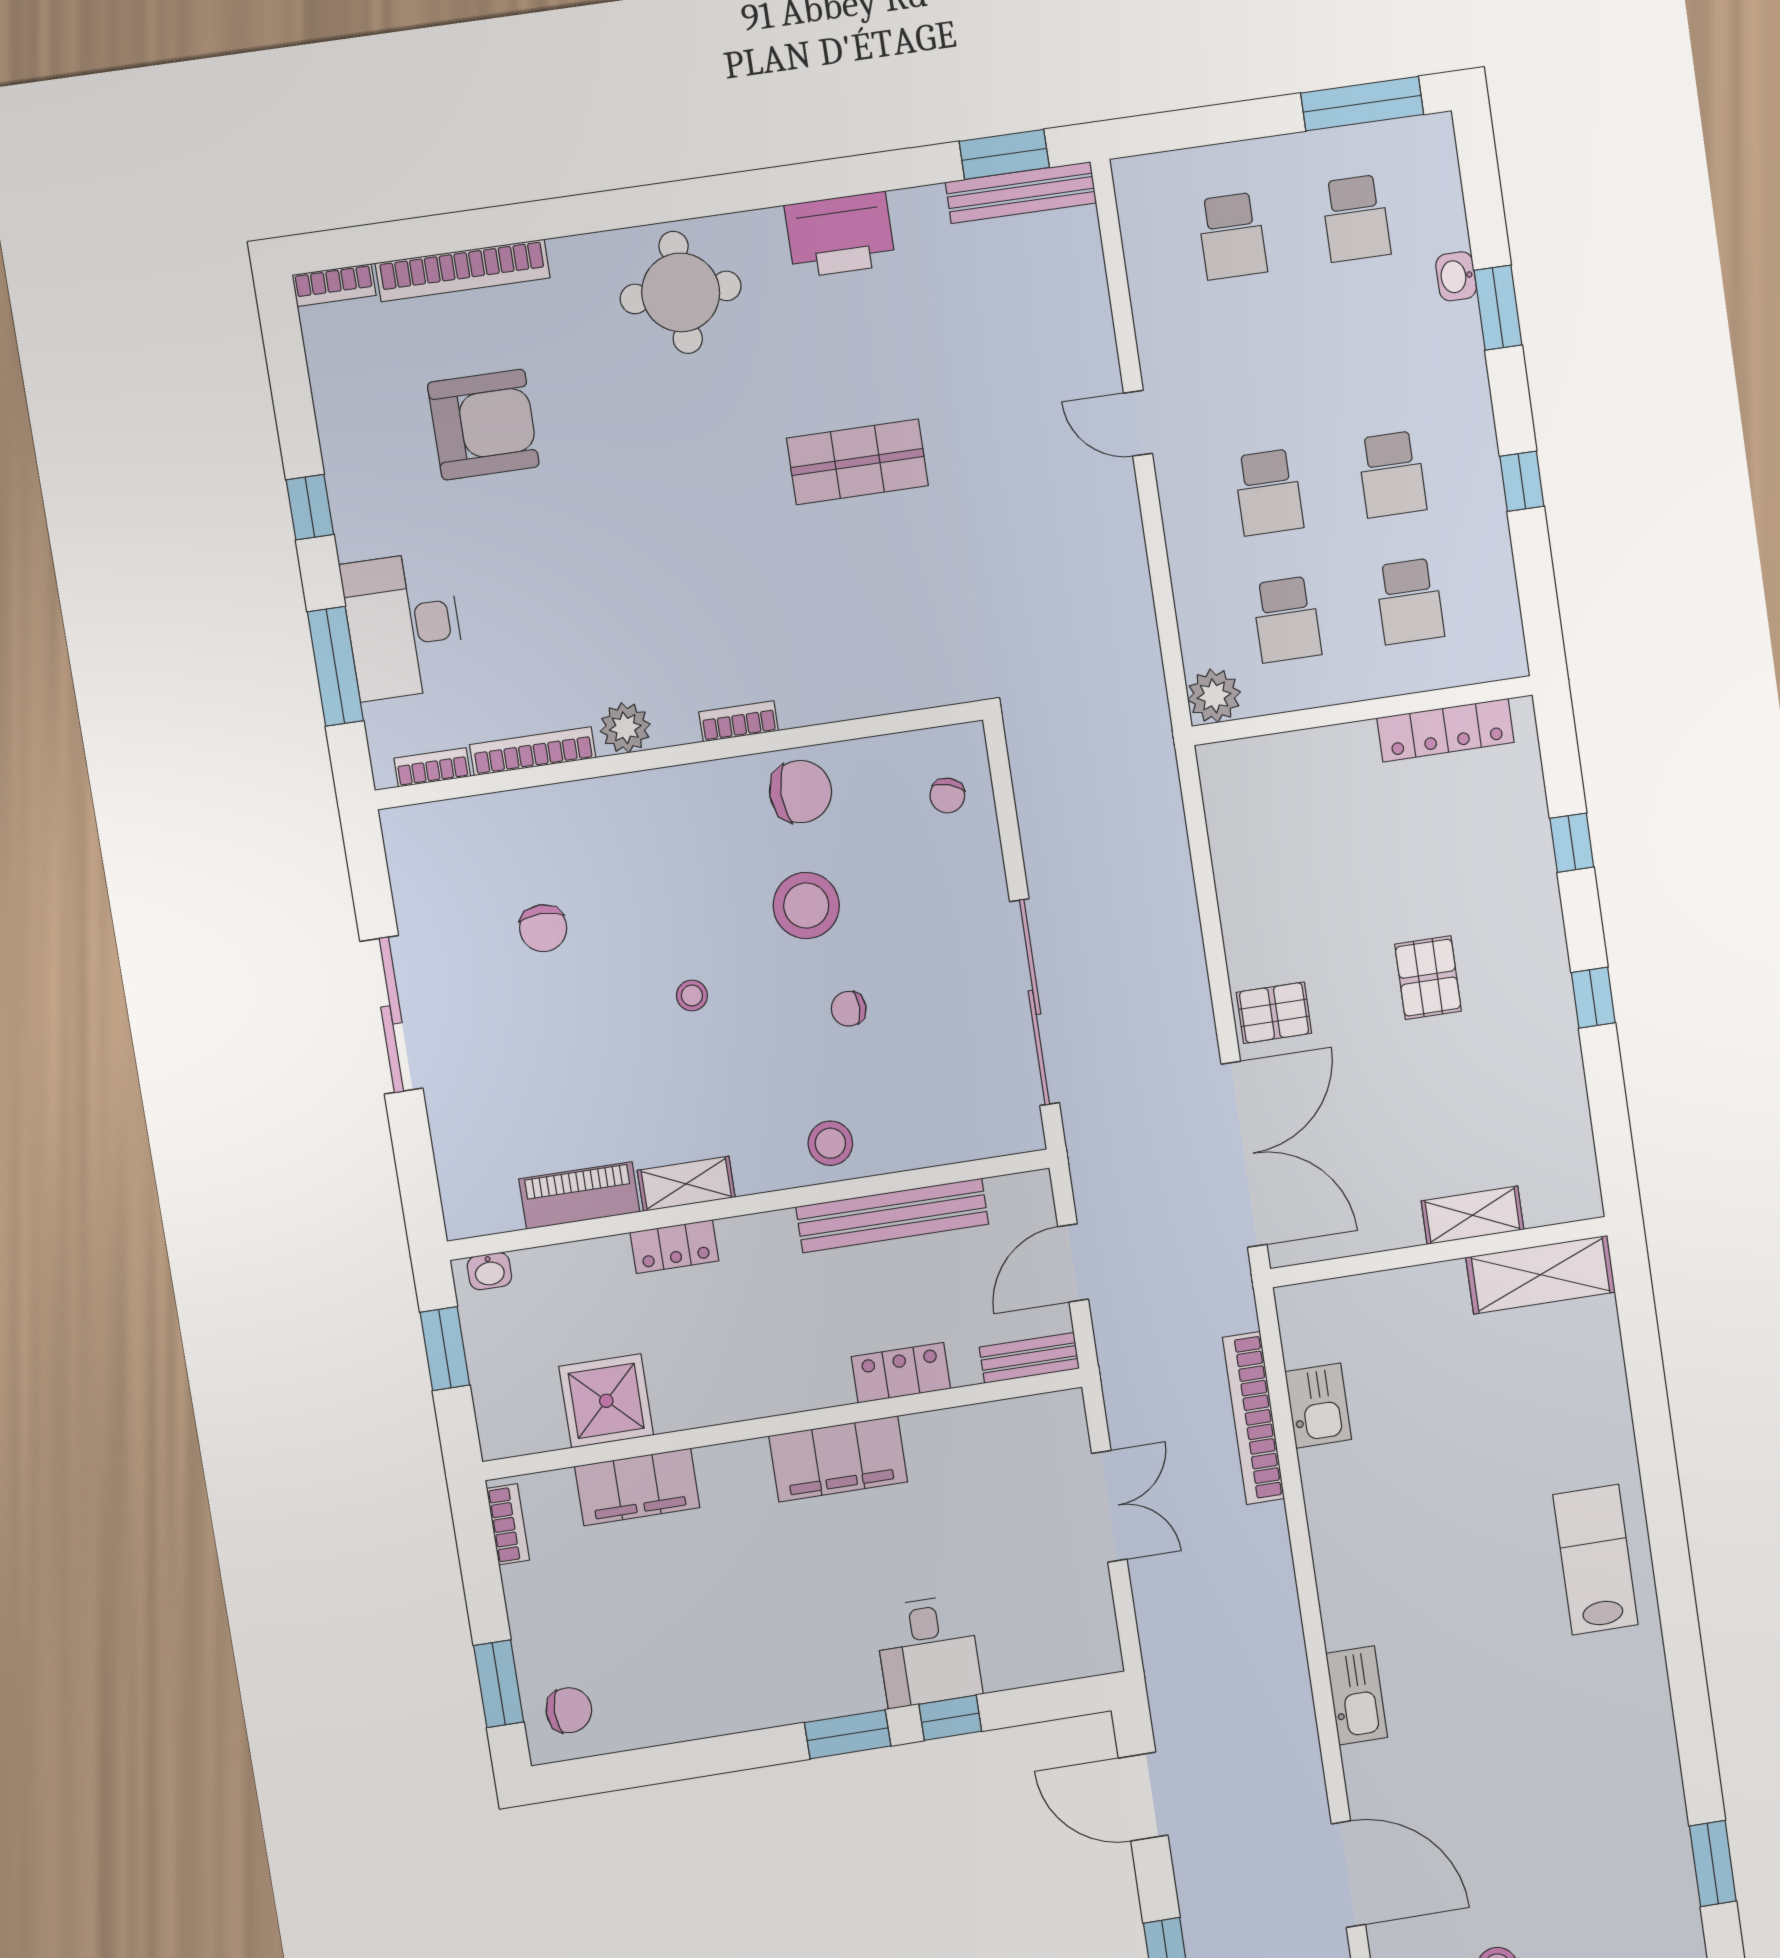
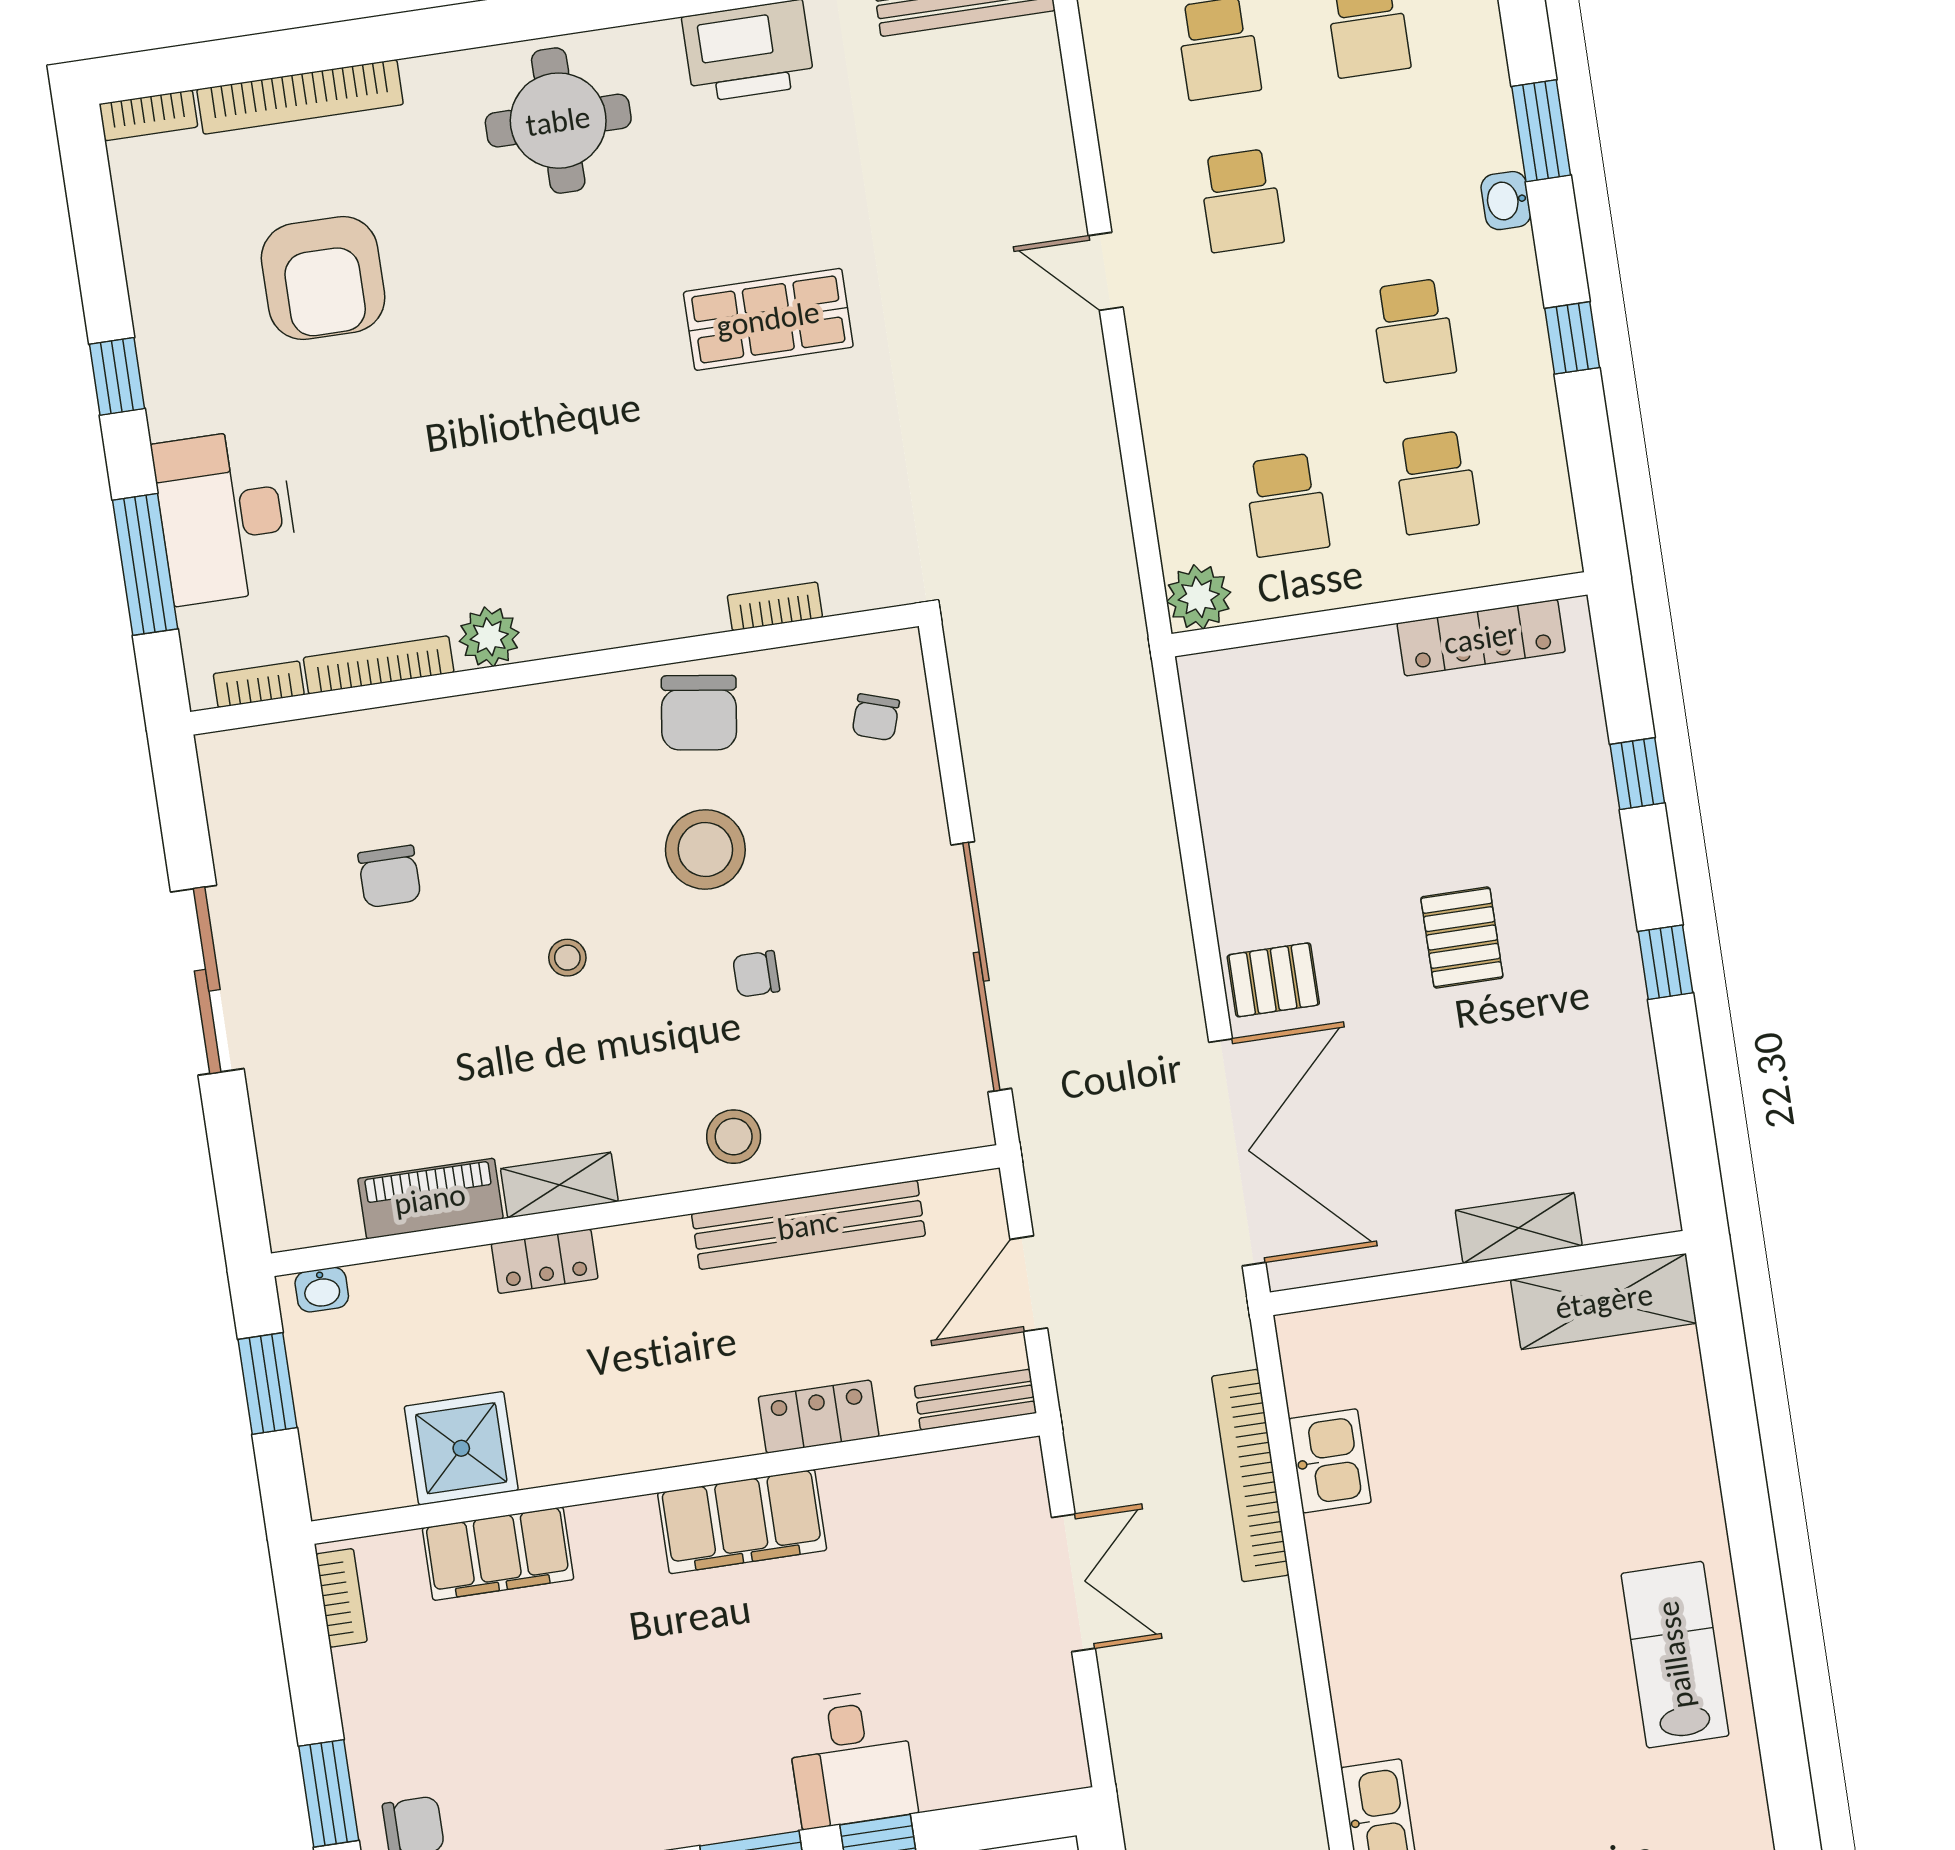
washbasin: (1456, 276) -> (1506, 201), moved
armchair: (483, 425) -> (323, 278), turned 90
school desk: (1269, 492) -> (1241, 200), moved
bookcase: (739, 721) -> (775, 606), moved
chair: (801, 792) -> (699, 713), turned 98

